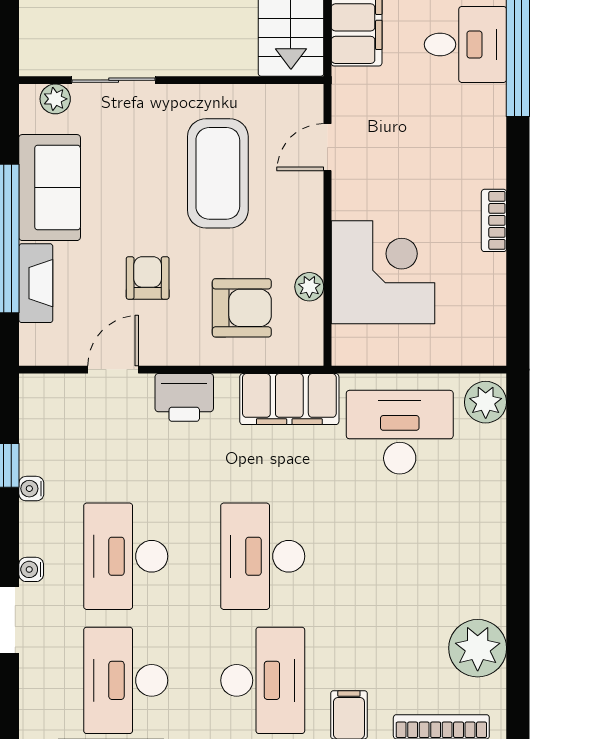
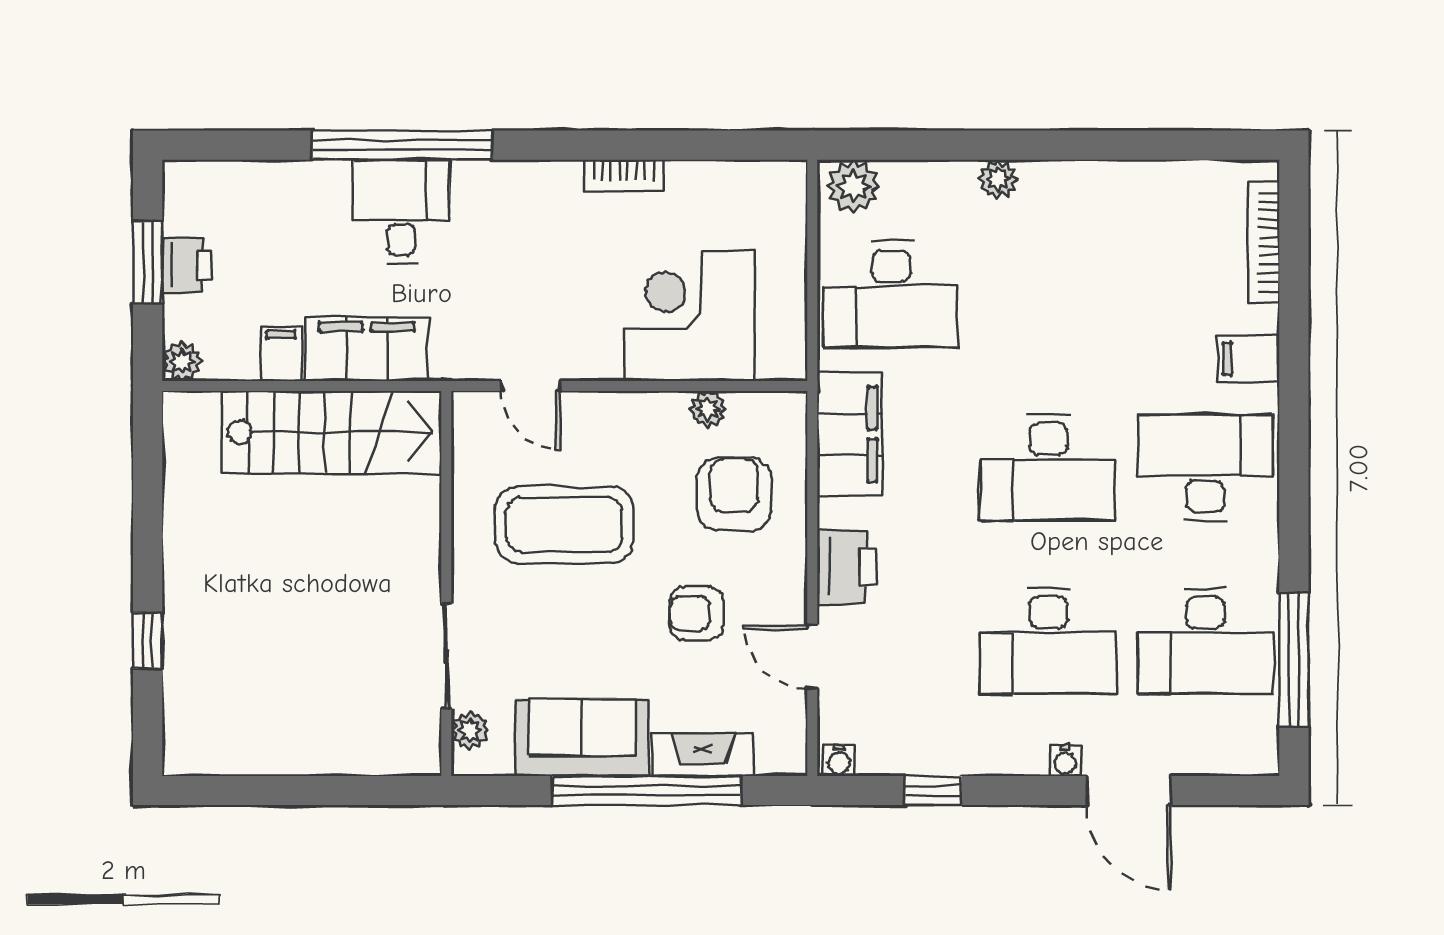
desk: (400, 432) -> (891, 295), turned -90
water cooler: (31, 489) -> (839, 760), moved
plant: (478, 648) -> (998, 179), moved, width x0.53, depth x0.53

